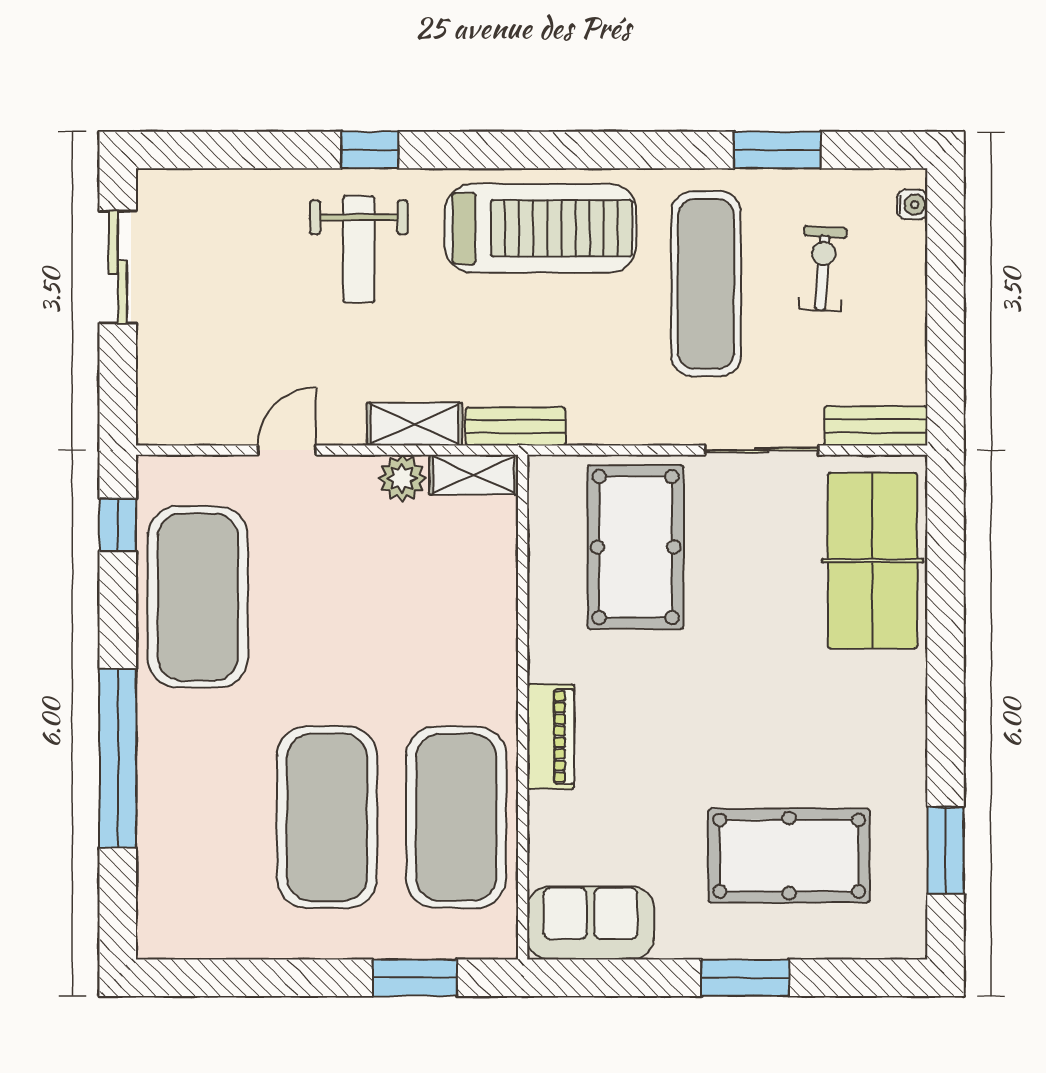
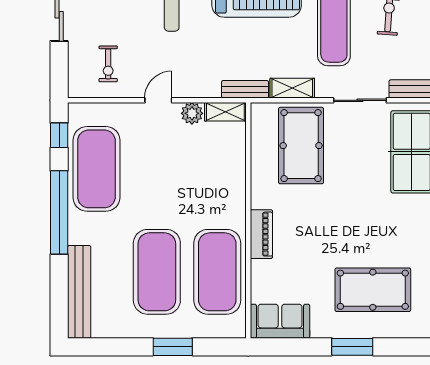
exercise bike: (223, 372) -> (108, 64), added
shelving: (415, 424) -> (292, 88), moved
door: (287, 450) -> (158, 100), moved
window: (118, 758) -> (59, 212), moved
bench: (161, 860) -> (79, 292), added
window: (415, 978) -> (173, 347), moved

